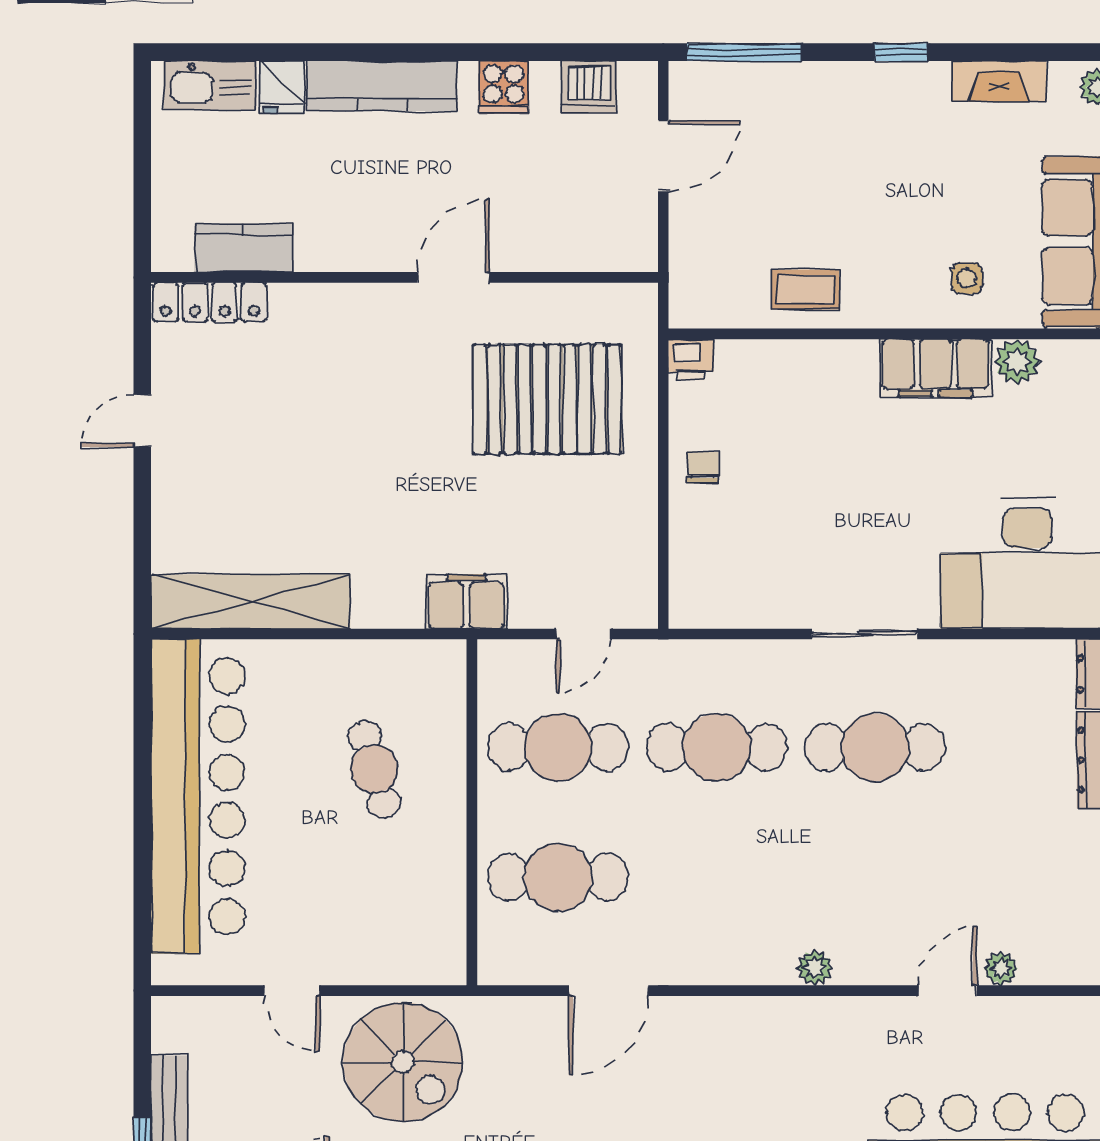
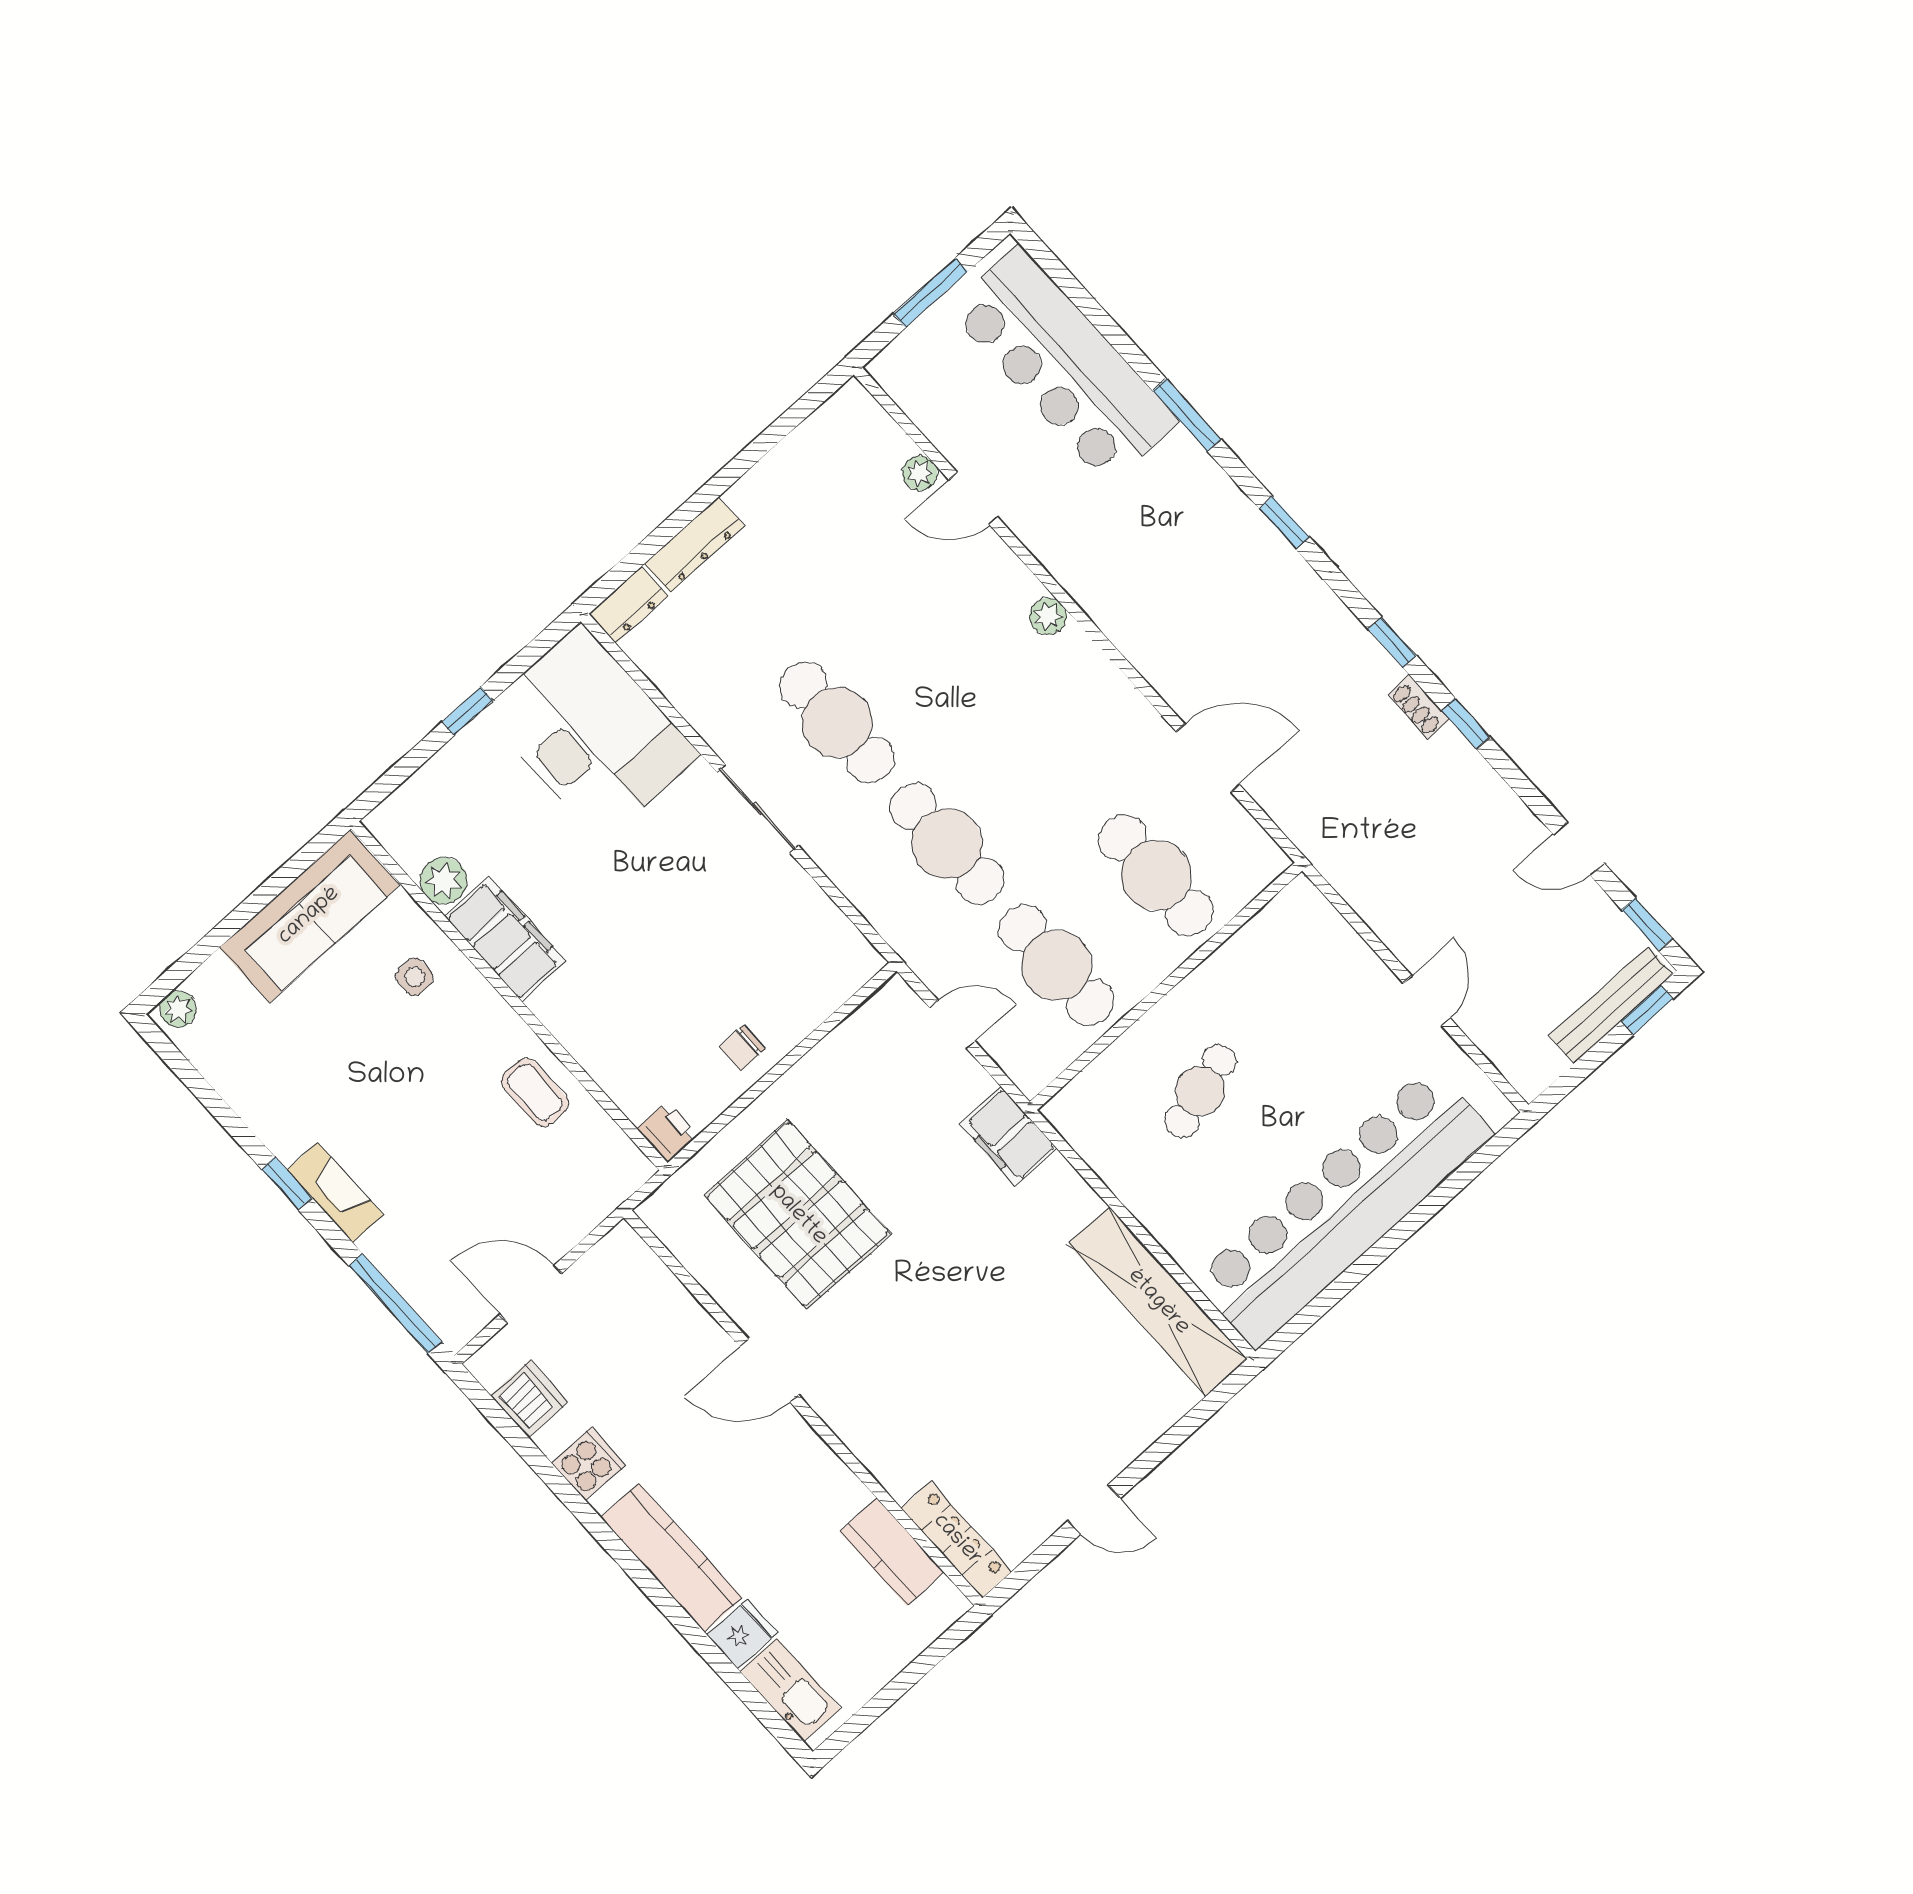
fireplace: (999, 81) -> (335, 1192), moved
spiral stairs: (403, 1062) -> (1405, 866), removed

